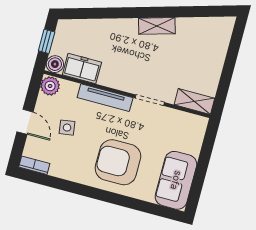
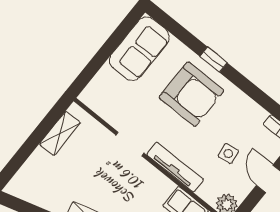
shelving: (194, 101) -> (60, 133), moved, turned 90
window: (112, 198) -> (214, 60), added

